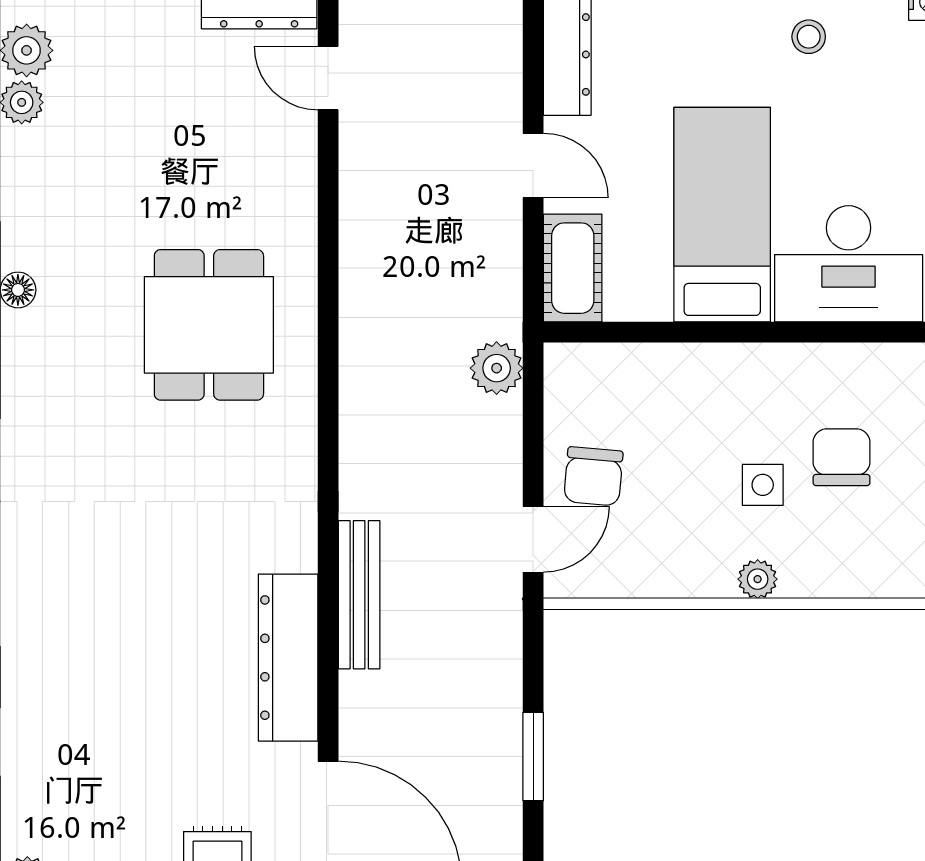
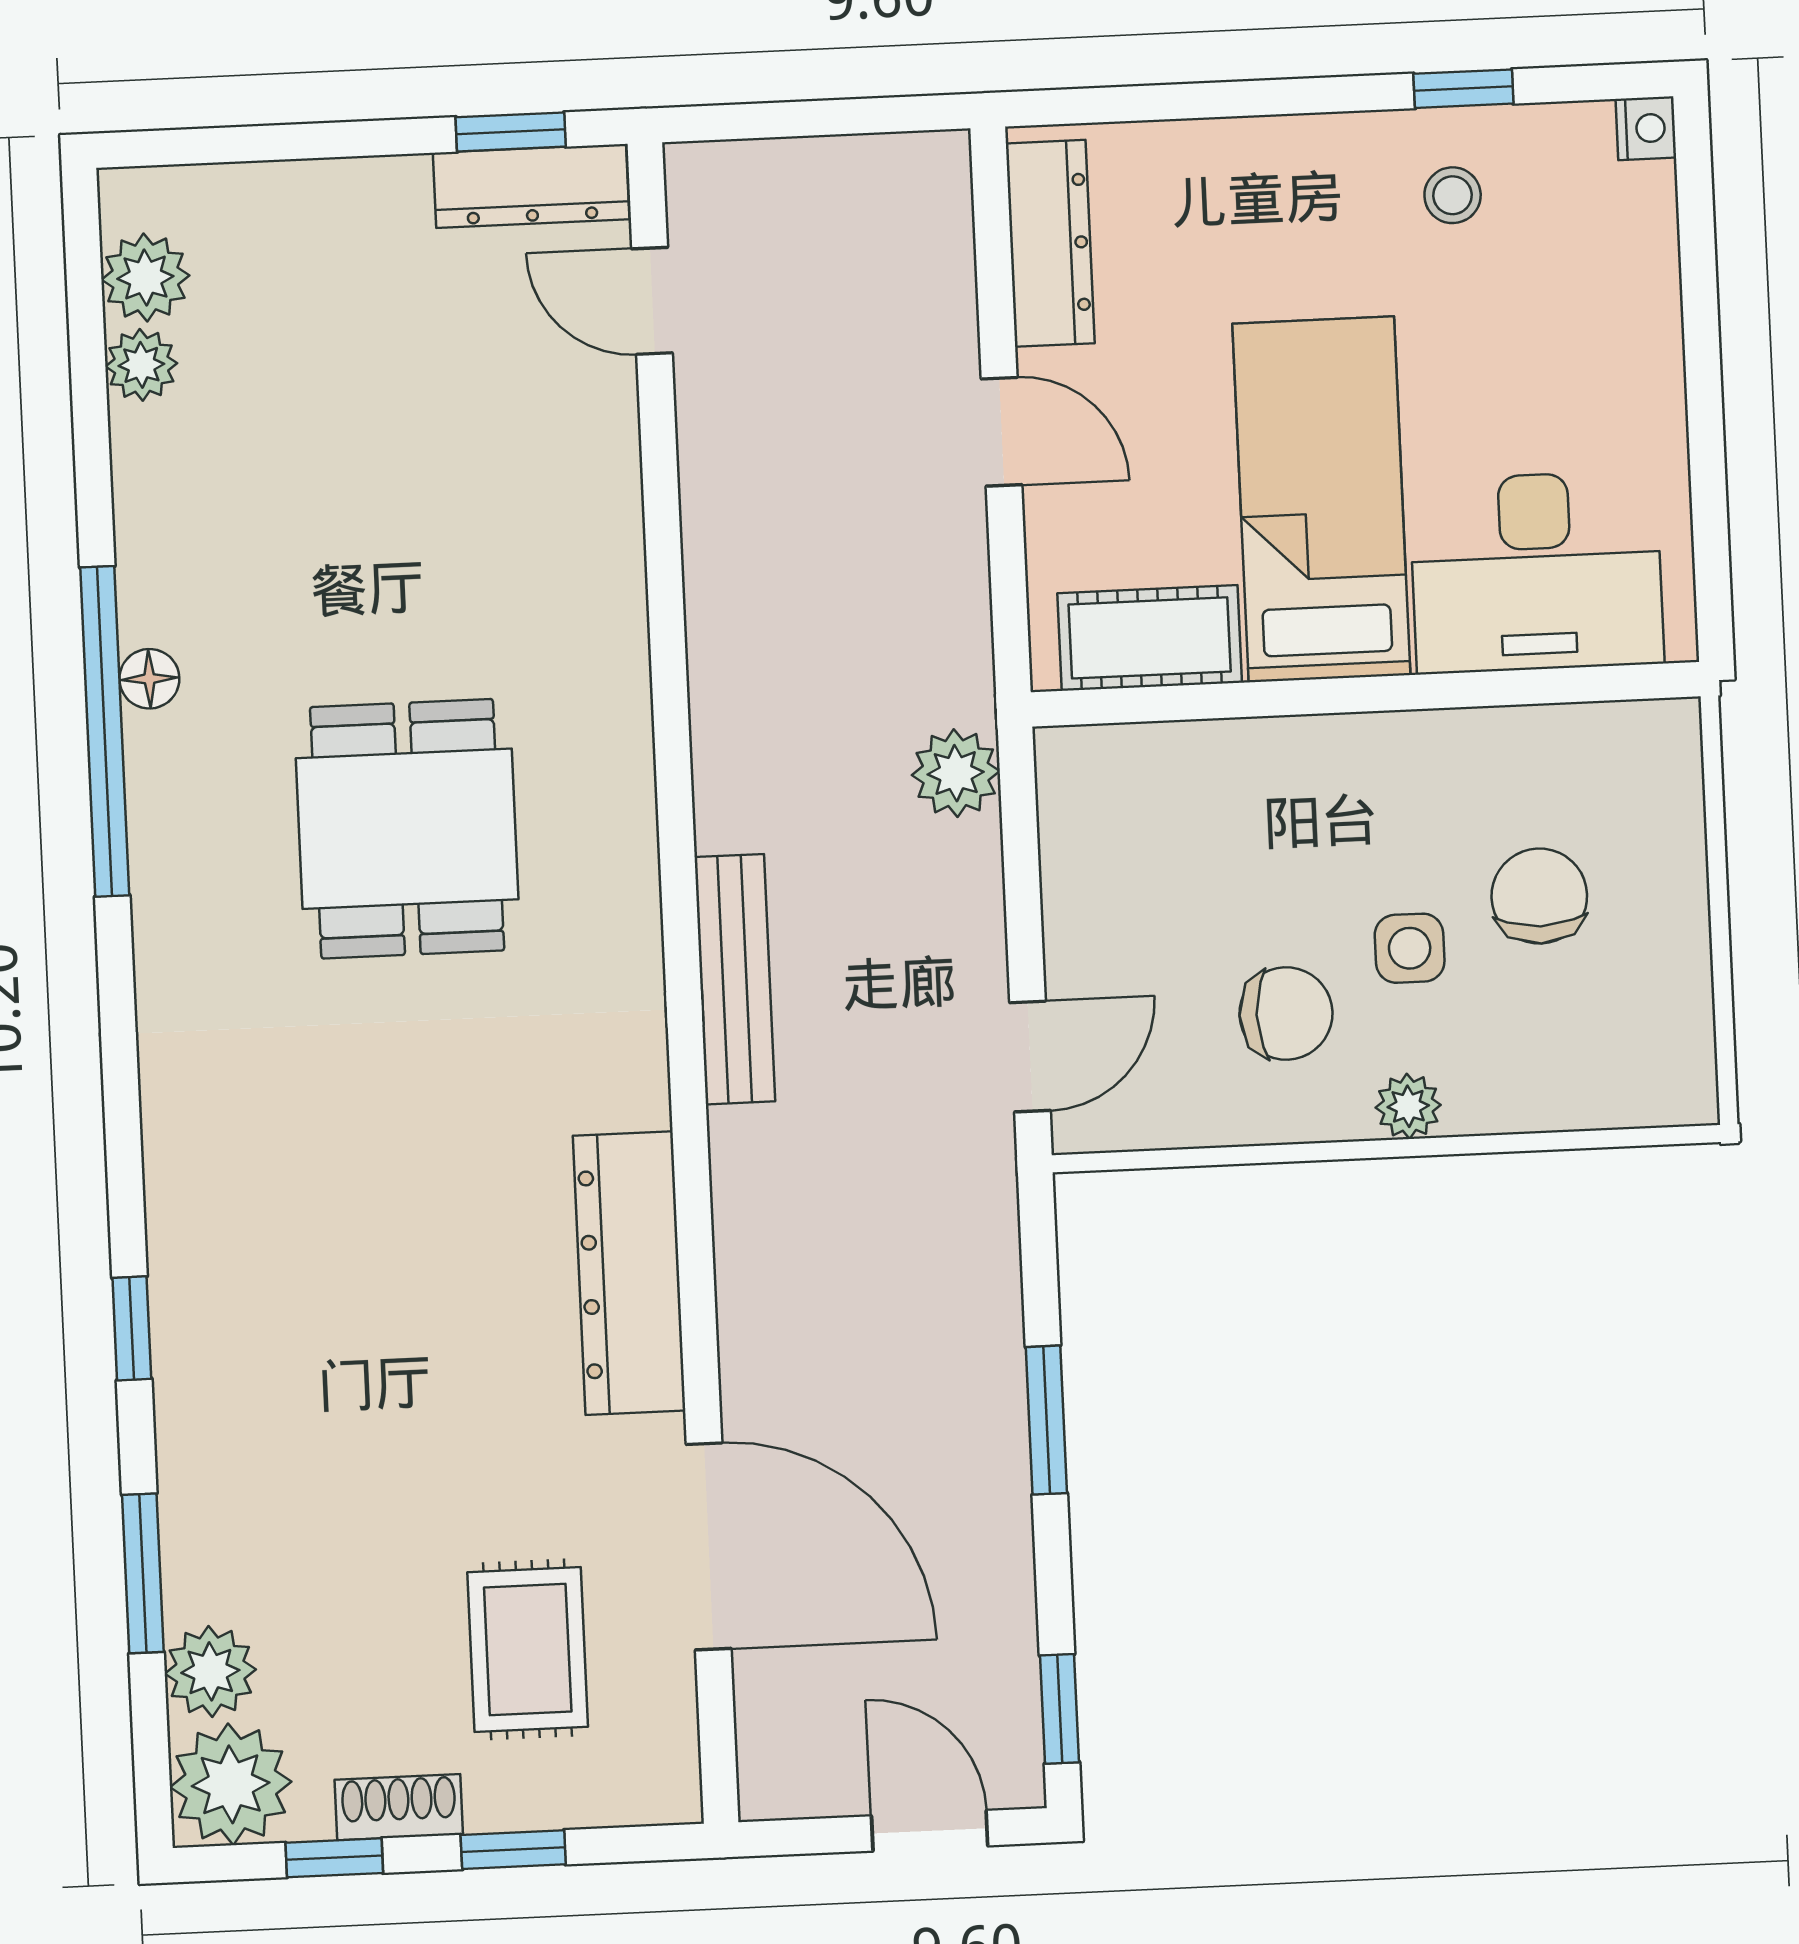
cot: (573, 268) -> (1150, 638), moved, turned 90
dining table: (209, 325) -> (407, 829), moved
chair: (593, 476) -> (1286, 1014), moved, turned -95
bench: (359, 595) -> (735, 979), moved

